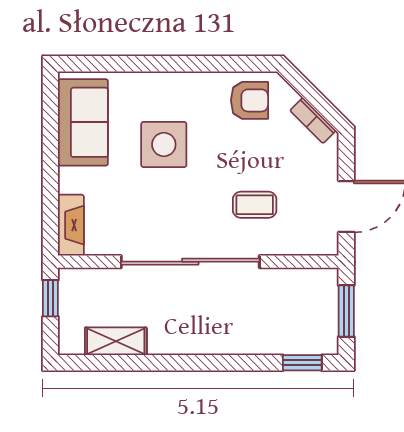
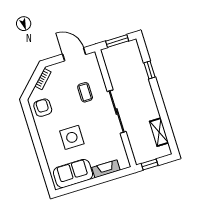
fireplace: (71, 225) -> (106, 169), moved
sliding door: (190, 262) -> (117, 112), width x0.73
window: (302, 363) -> (149, 70), moved

